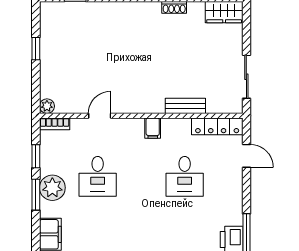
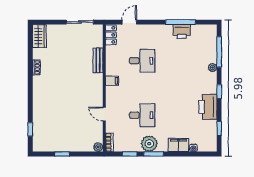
locker: (217, 126) -> (111, 35), width x0.66

